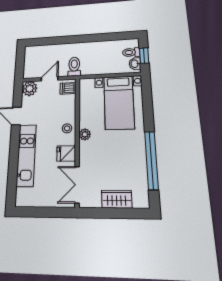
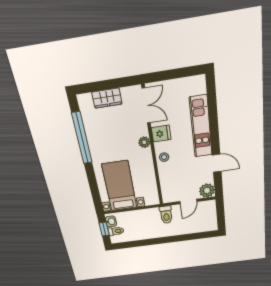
dishwasher: (68, 88) -> (169, 194), removed
plant: (85, 134) -> (144, 142), moved

